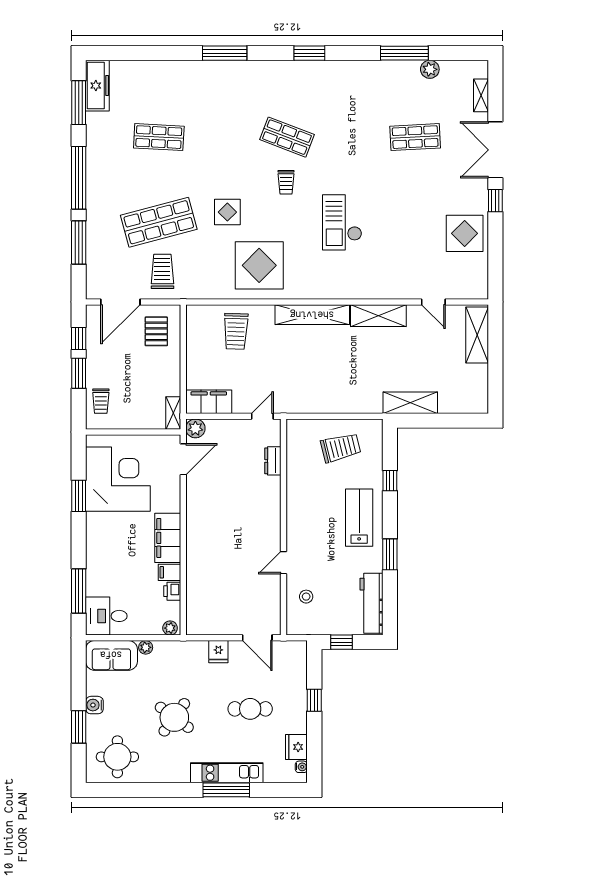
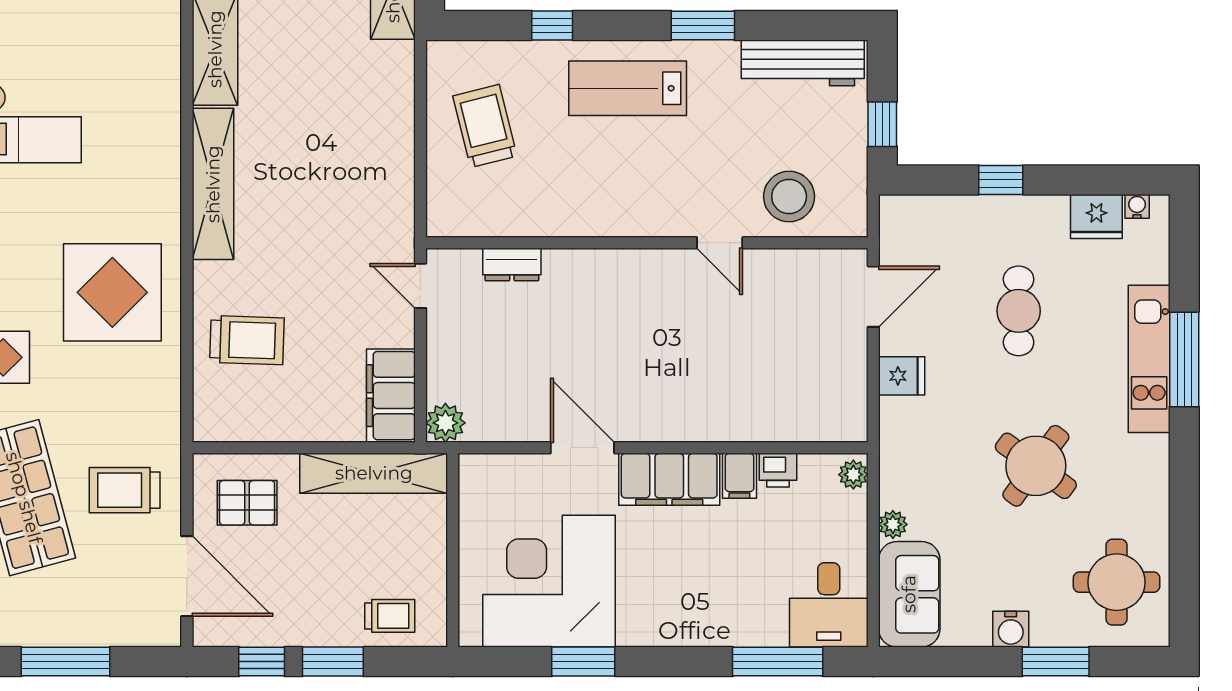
shelving: (173, 413) -> (374, 473), width x2.20, depth x1.33
door: (183, 459) -> (582, 448), moved
stool: (306, 597) -> (789, 197), width x1.89, depth x1.89

